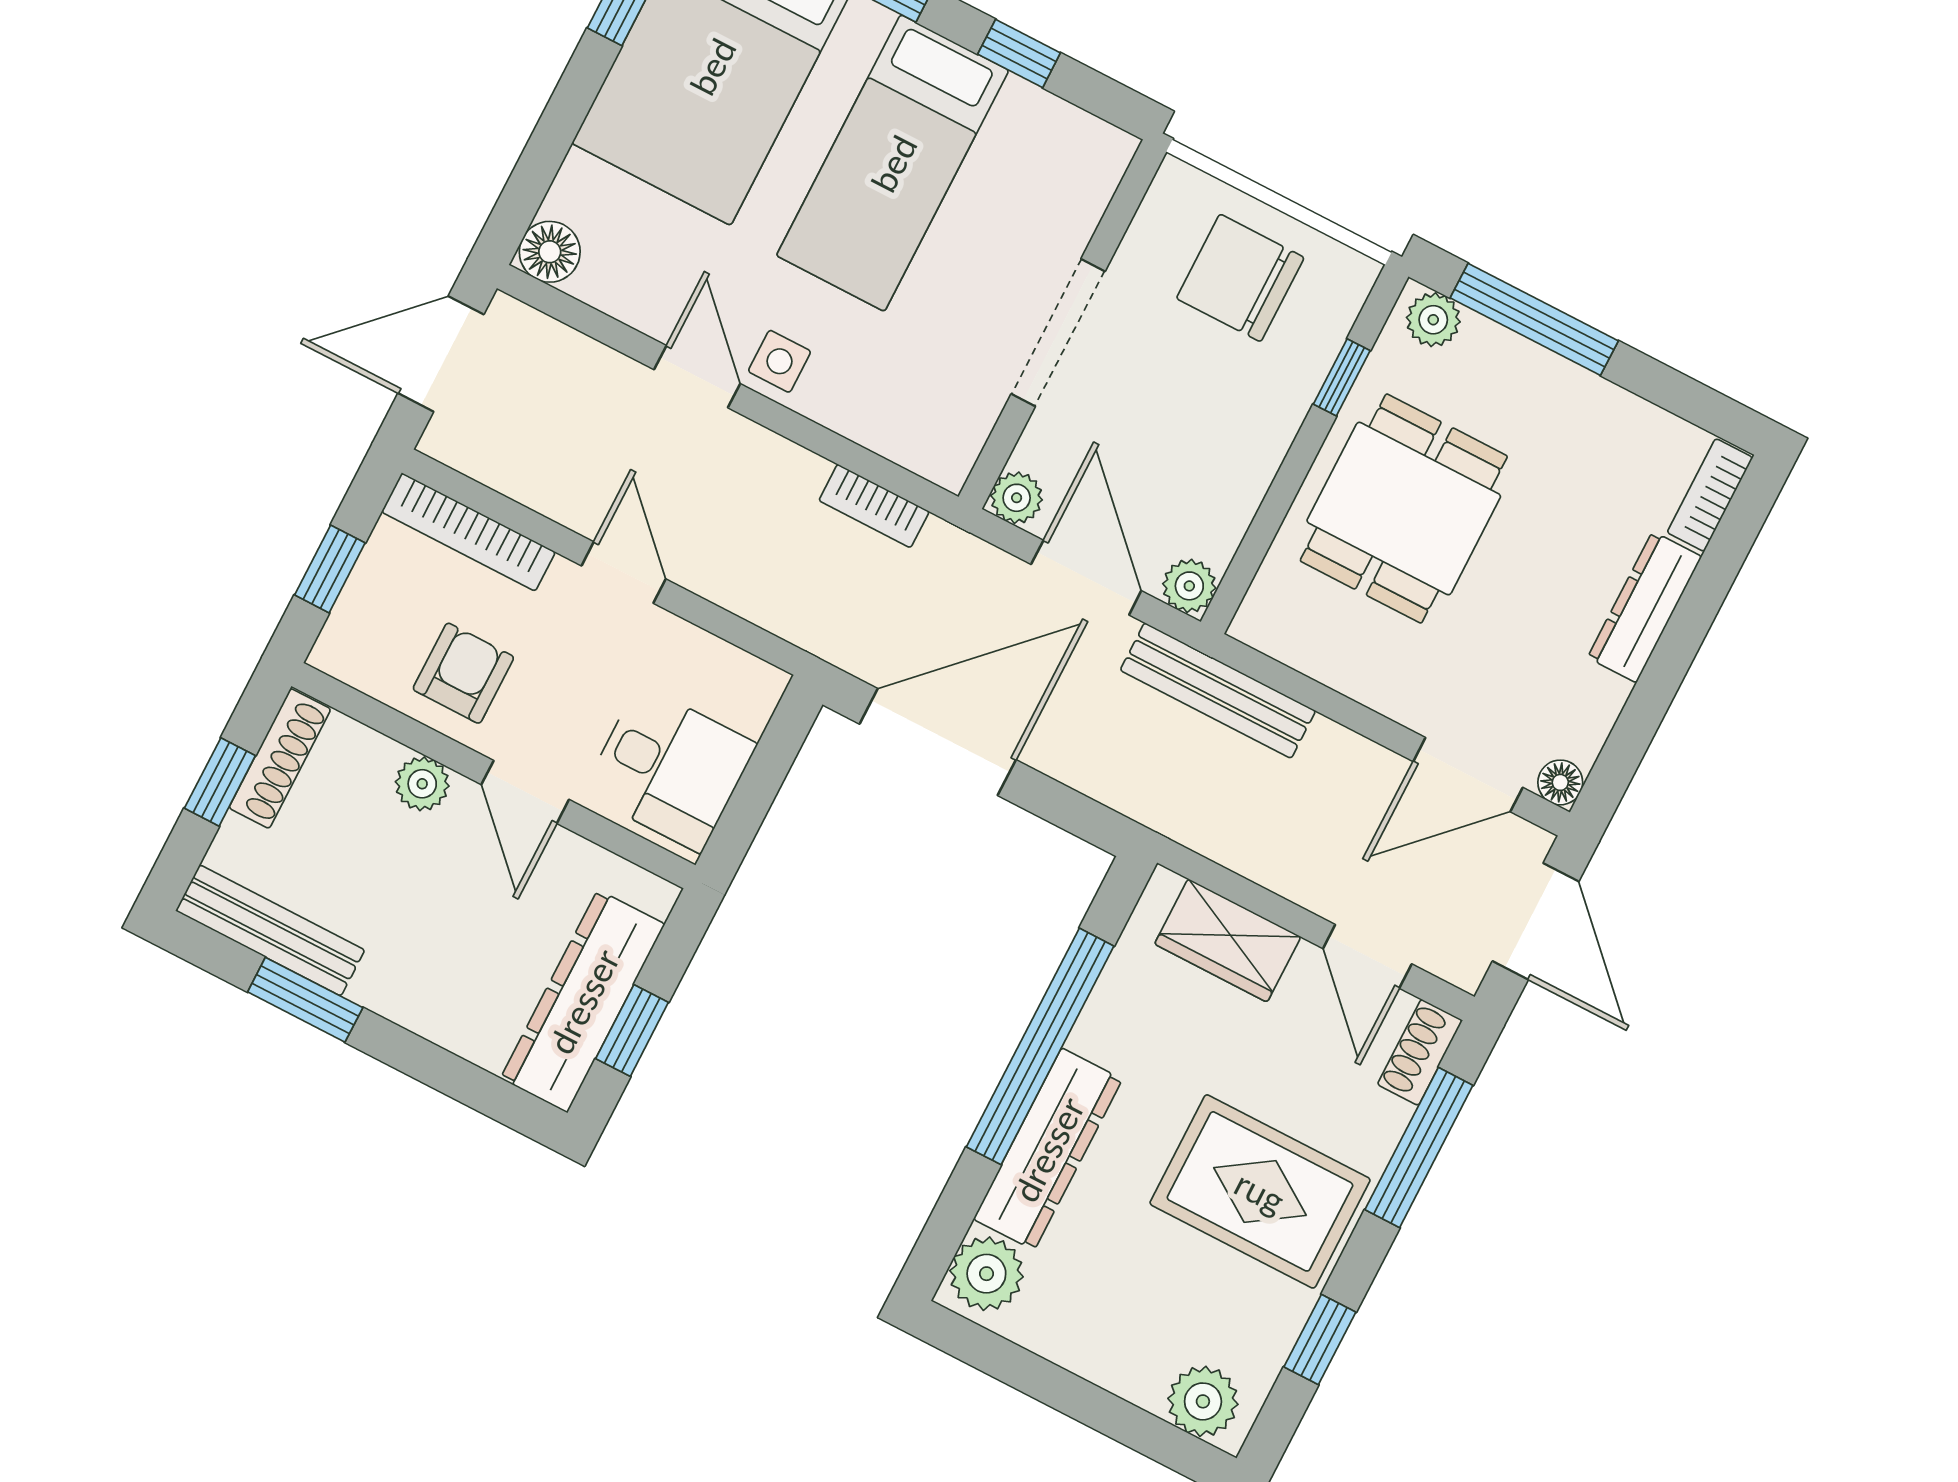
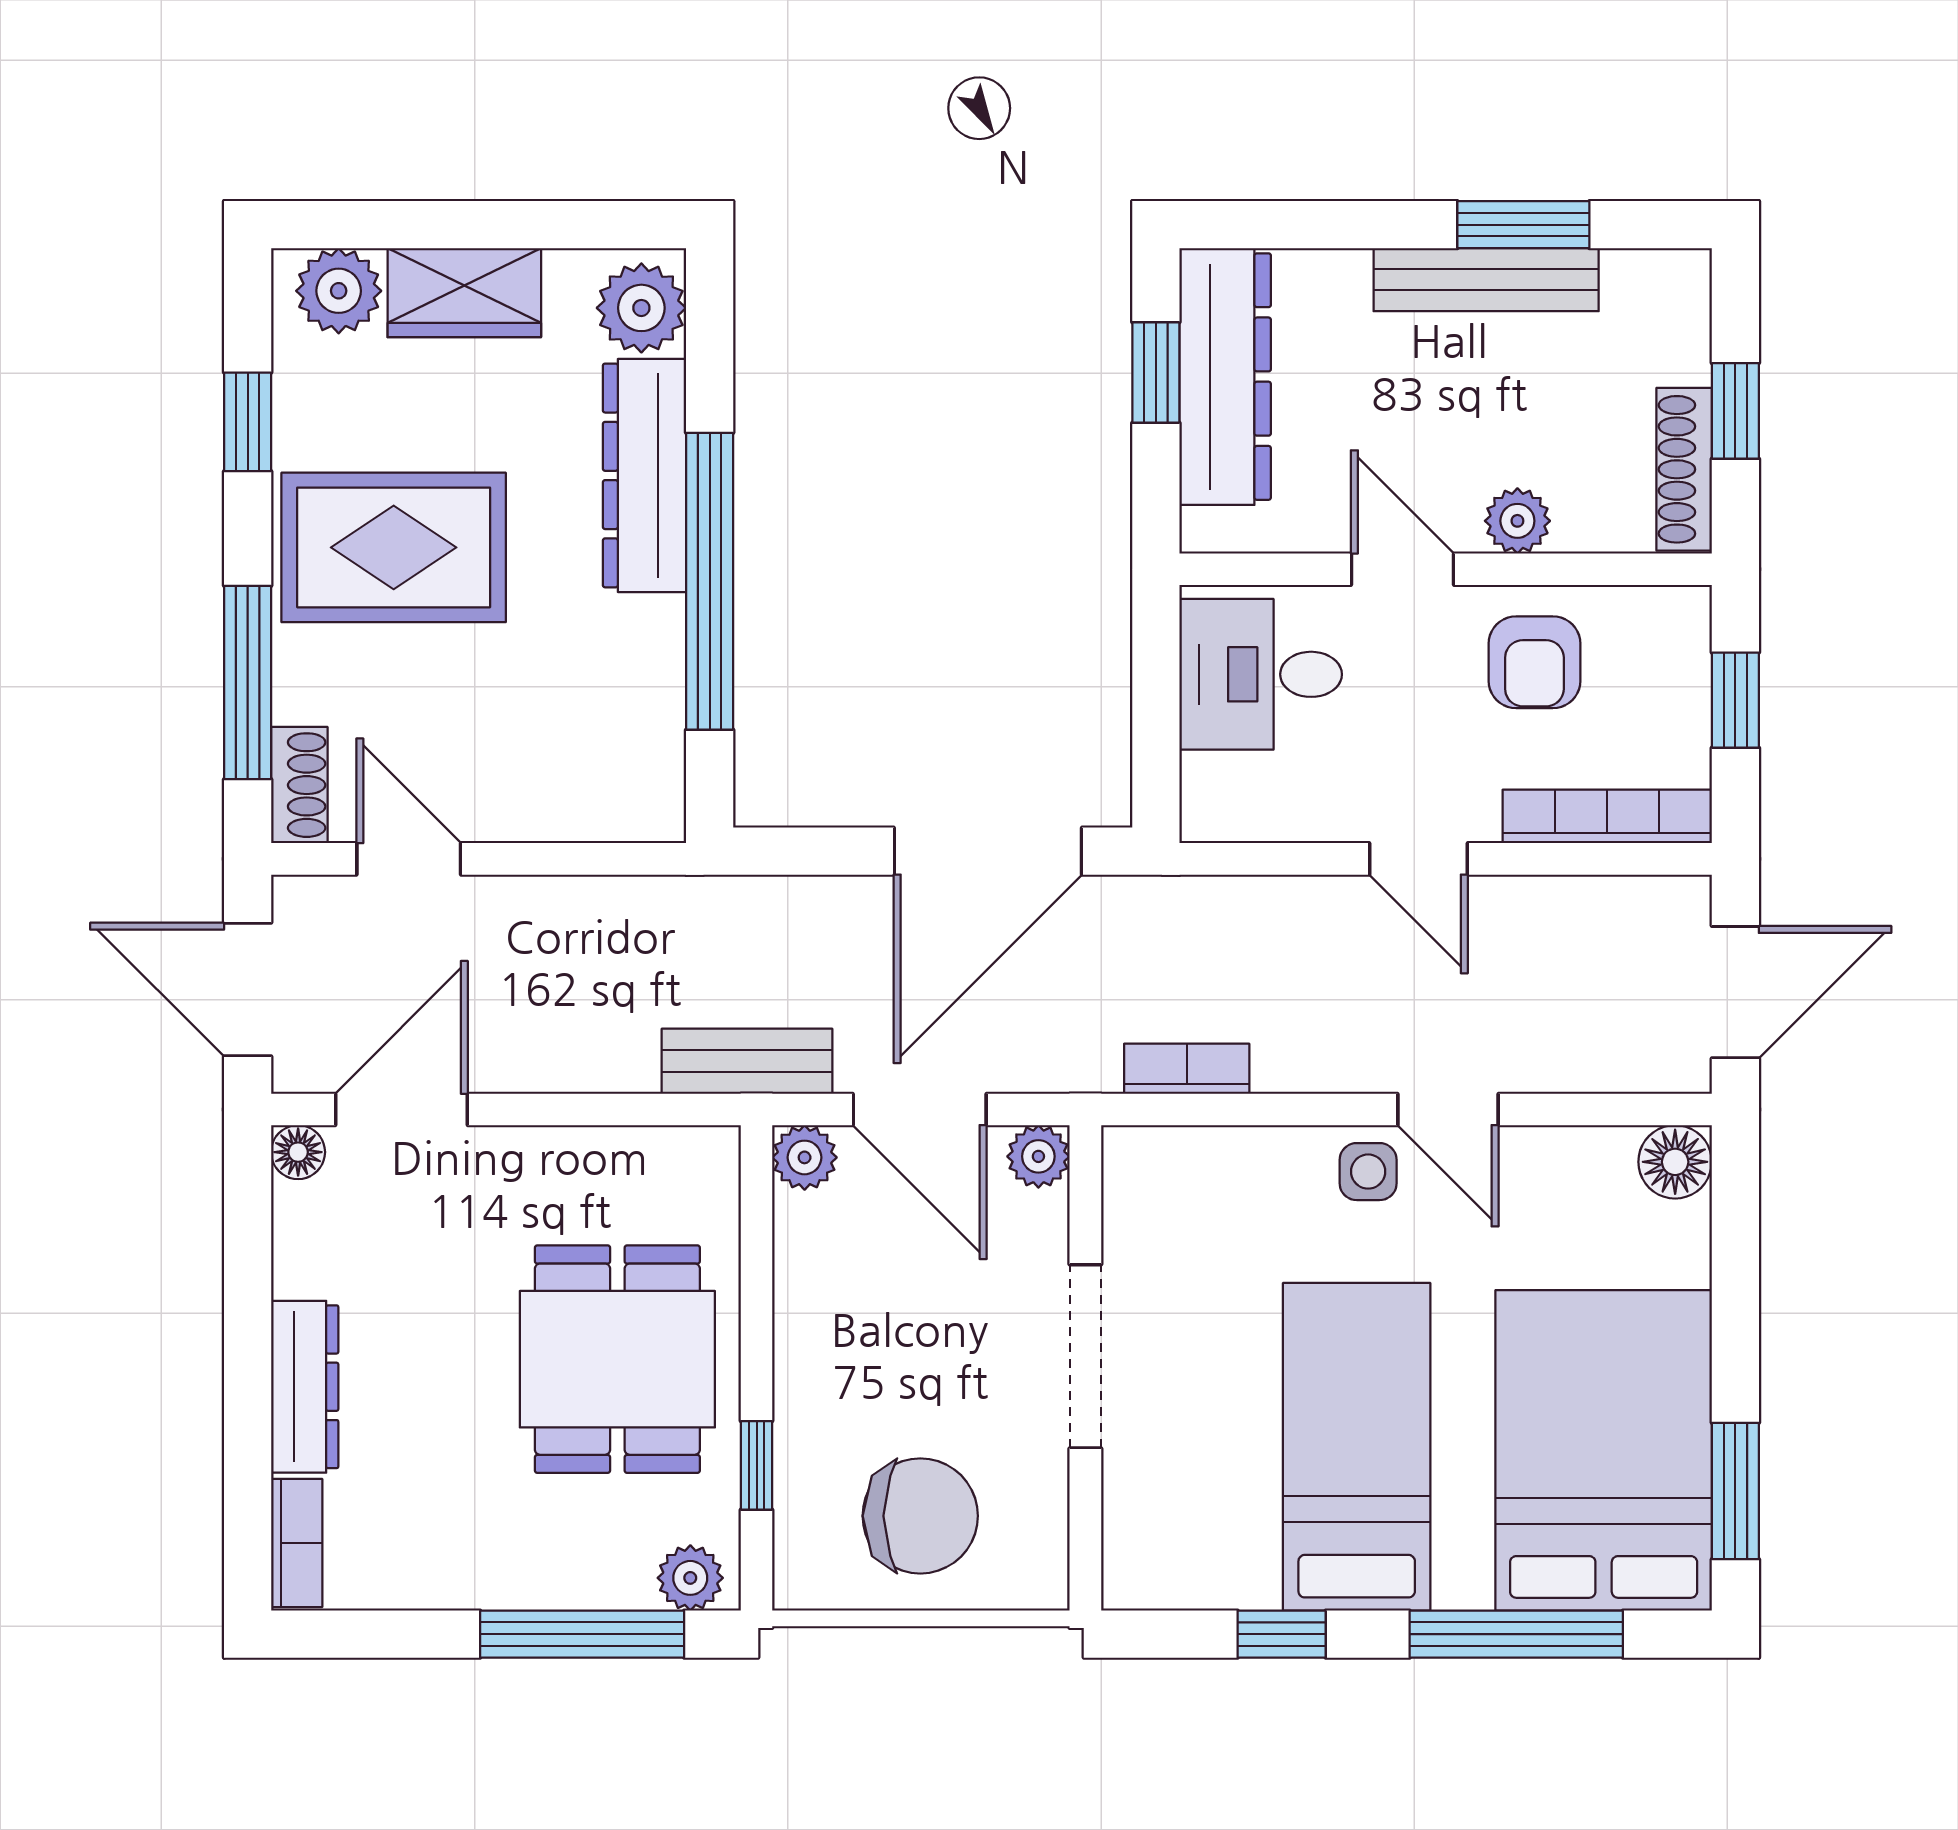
bench: (1218, 690) -> (747, 1061), width x0.73
bench: (270, 930) -> (1486, 280), moved
wardrobe: (1228, 940) -> (464, 293), moved, turned 180

